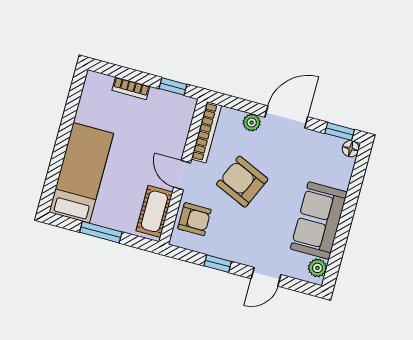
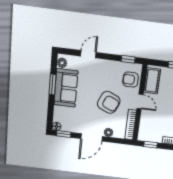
window: (343, 231) -> (52, 84), added
window: (218, 264) -> (128, 59), moved

